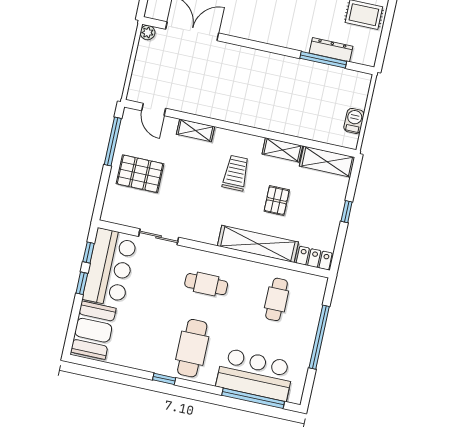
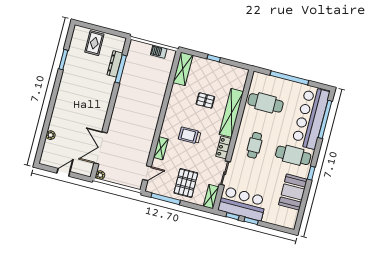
shelving: (282, 150) -> (211, 197), moved
trolley: (236, 173) -> (190, 135), moved
locker: (314, 258) -> (224, 147), moved
cafe table: (277, 299) -> (266, 103), width x1.37, depth x1.35
booth: (93, 330) -> (293, 192), moved, turned 90
bar counter: (255, 375) -> (311, 118), width x1.36

